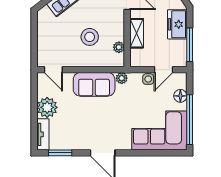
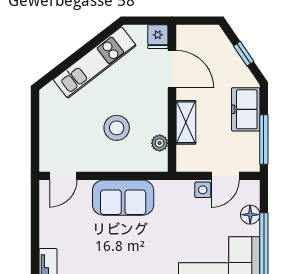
door: (53, 70) -> (63, 176), hinge flipped
plant: (122, 78) -> (164, 189), removed
plant: (47, 107) -> (54, 232), removed

